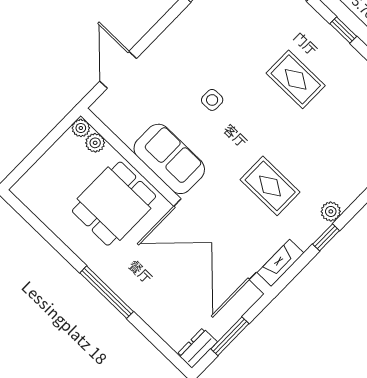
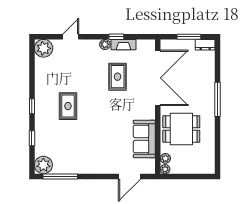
side table: (212, 100) -> (106, 130), removed
sofa: (169, 159) -> (144, 139), moved
fireplace: (280, 263) -> (124, 45), moved

